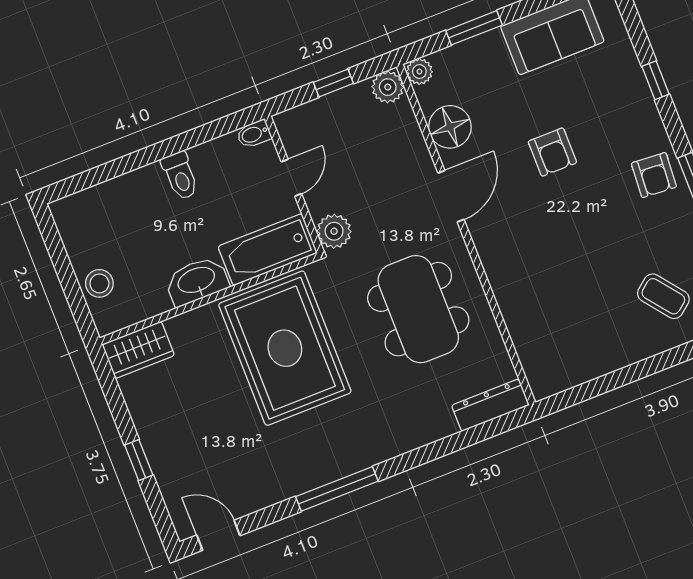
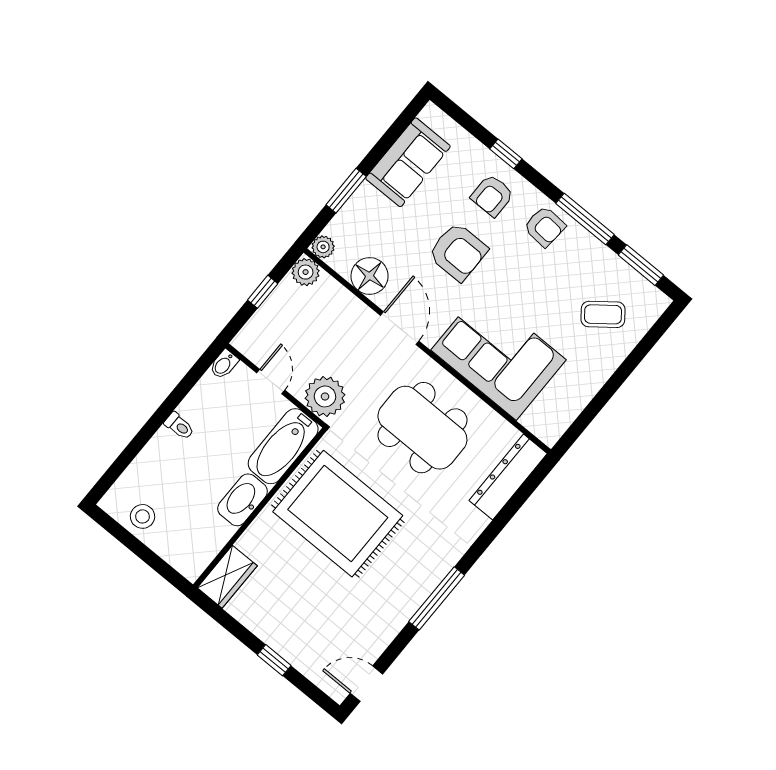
armchair: (618, 115) -> (492, 196), added
armchair: (552, 152) -> (458, 252), width x1.38, depth x1.38
toilet: (180, 176) -> (179, 426), width x0.73, depth x0.72
plant: (334, 231) -> (325, 396), width x1.36, depth x1.36
corner sofa: (535, 279) -> (499, 355), added
stool: (99, 283) -> (142, 516), moved
dresser: (490, 405) -> (508, 477), width x1.37, depth x1.24

